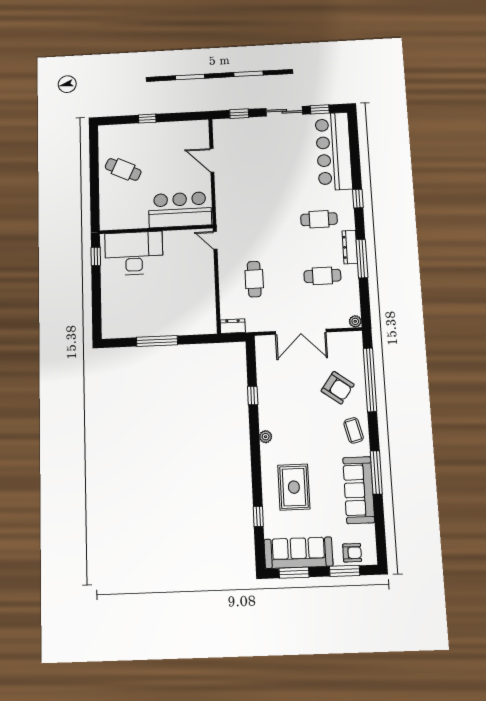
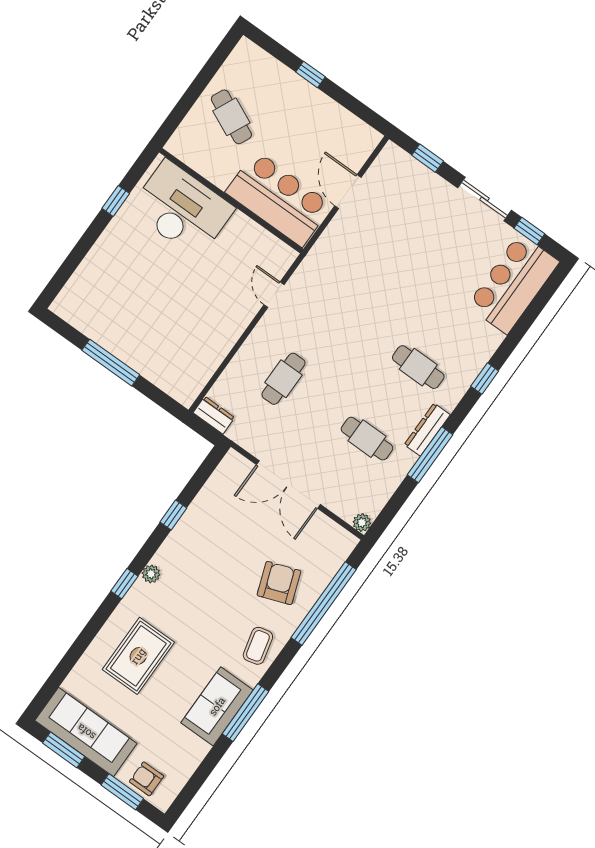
bar counter: (334, 151) -> (513, 284), width x0.73
bar counter: (180, 210) -> (279, 199), moved
wall: (156, 229) -> (231, 201), moved
desk: (134, 253) -> (182, 209), moved
armchair: (338, 388) -> (279, 583), turned -146
sofa: (359, 490) -> (217, 706), width x0.73
window: (258, 516) -> (124, 584), moved
armchair: (352, 553) -> (147, 779), turned 180

